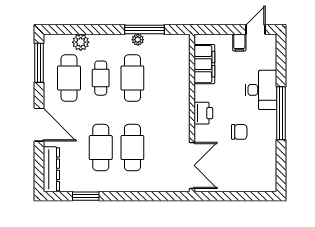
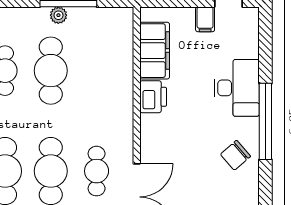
printer: (203, 113) -> (153, 97), moved
chair: (239, 132) -> (235, 155), moved, turned 139
cafe table: (164, 148) -> (97, 171), added

